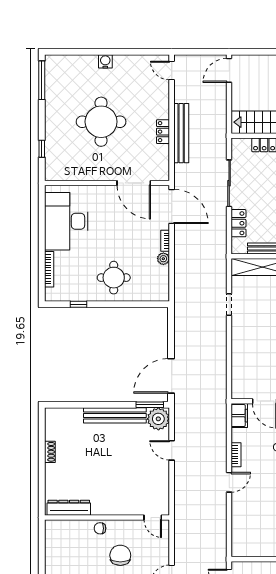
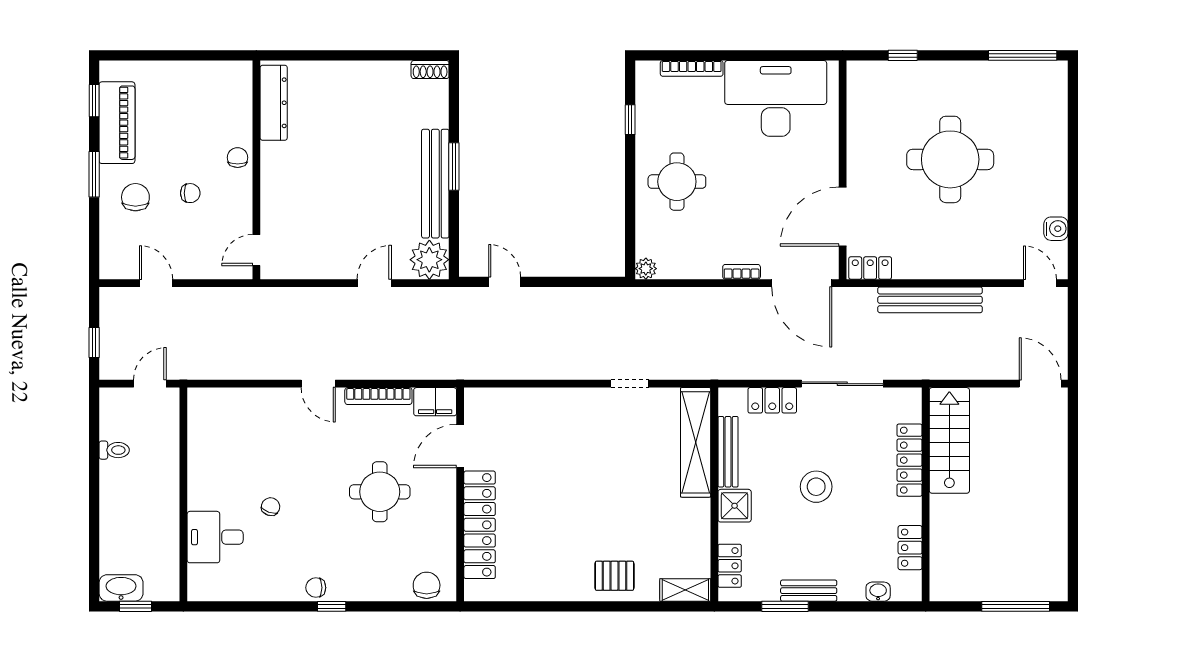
water cooler: (105, 61) -> (1056, 229), moved
door: (172, 70) -> (1040, 283), hinge flipped
locker: (163, 132) -> (870, 268), moved
door: (172, 206) -> (802, 283), hinge flipped
plant: (163, 259) -> (646, 269), moved
door: (171, 376) -> (505, 282), width x0.53
window: (150, 405) -> (454, 167), moved
shoe rack: (50, 452) -> (430, 70), moved
bookcase: (236, 455) -> (378, 396), width x1.56
chair: (120, 555) -> (190, 193), width x0.54, depth x0.54

